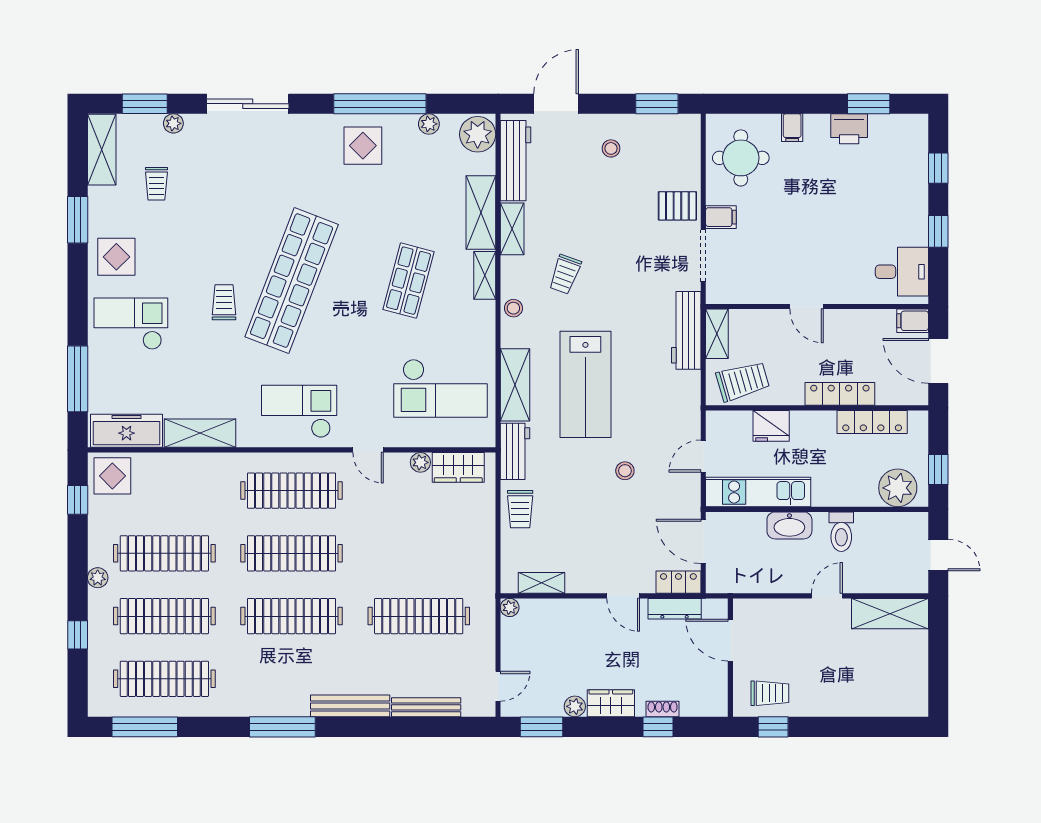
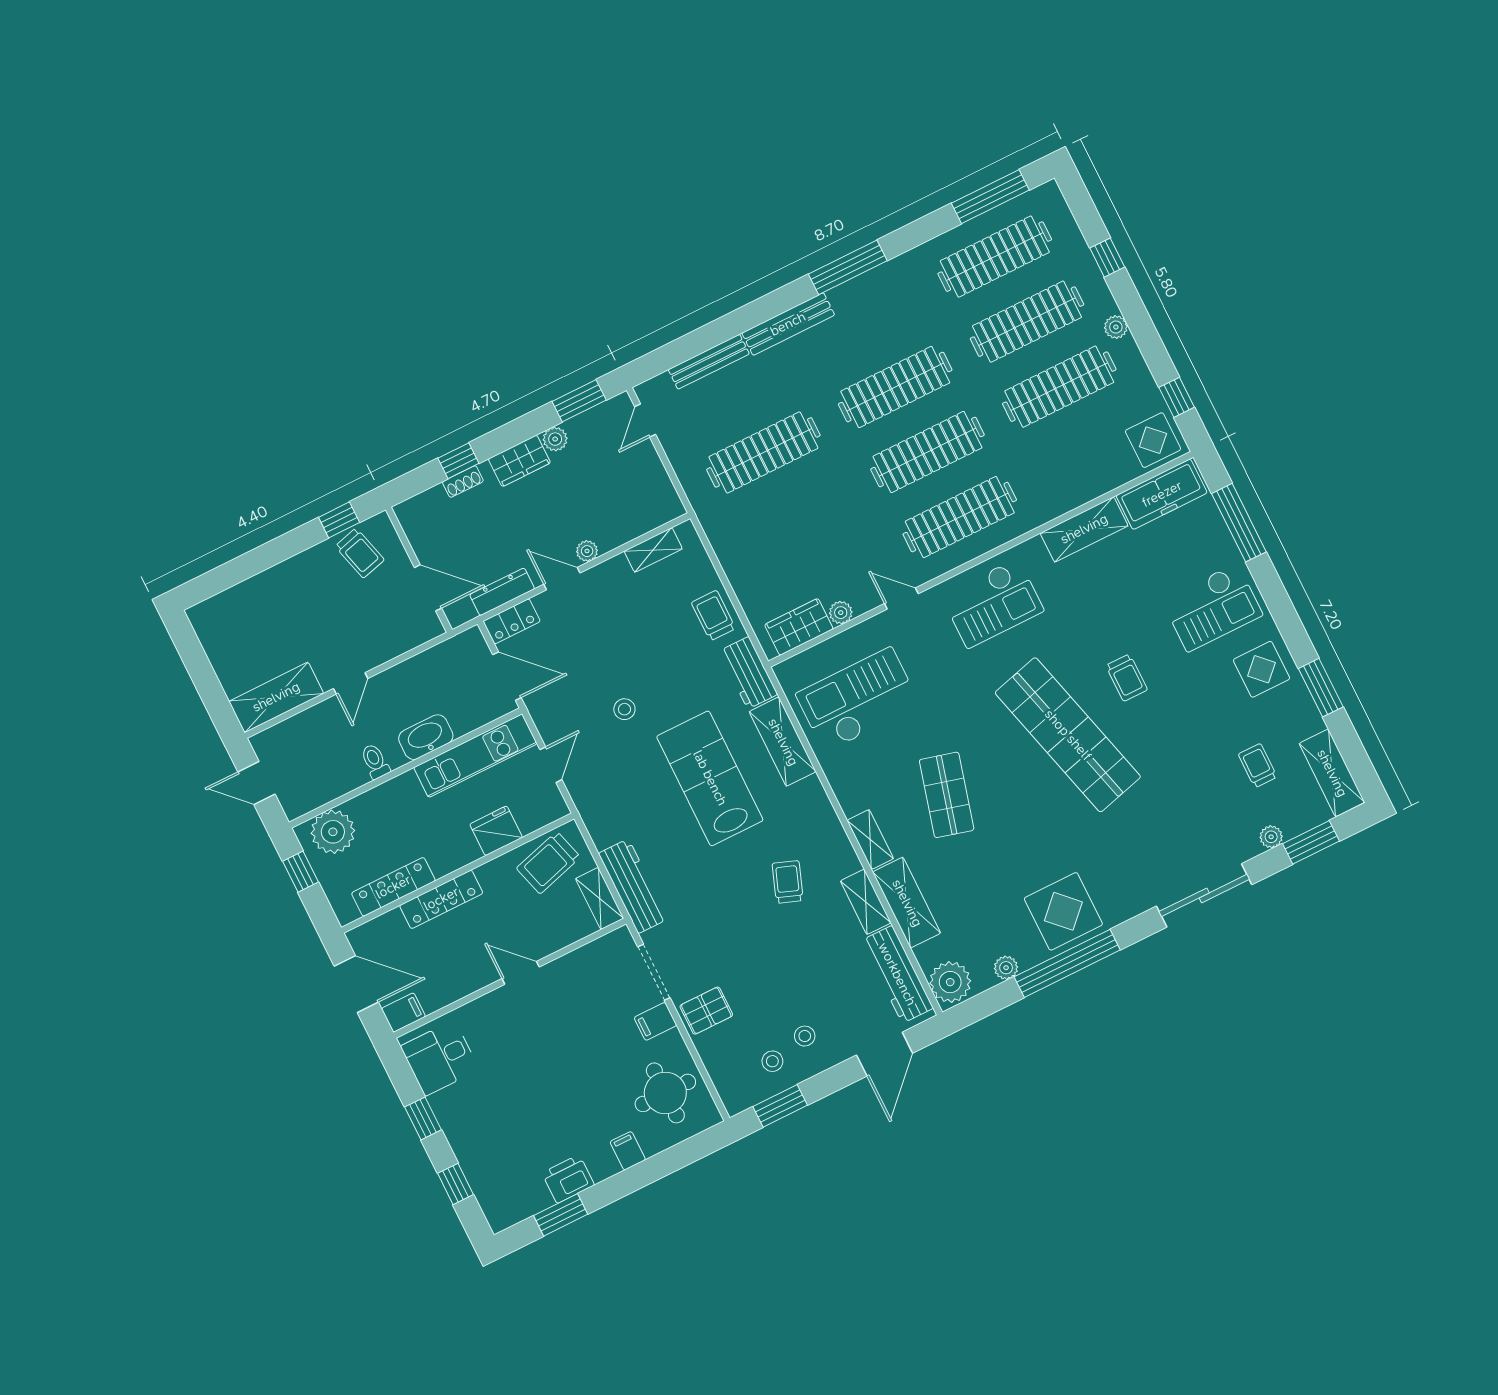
display table: (363, 146) -> (1063, 911), width x1.36, depth x1.36
shop shelf: (292, 281) -> (1068, 735), turned -36
stool: (513, 308) -> (772, 1061), moved
toilet: (841, 532) -> (375, 761), width x0.73, depth x0.72
plant: (510, 608) -> (587, 551), moved
trolley: (770, 693) -> (360, 553), turned -105

